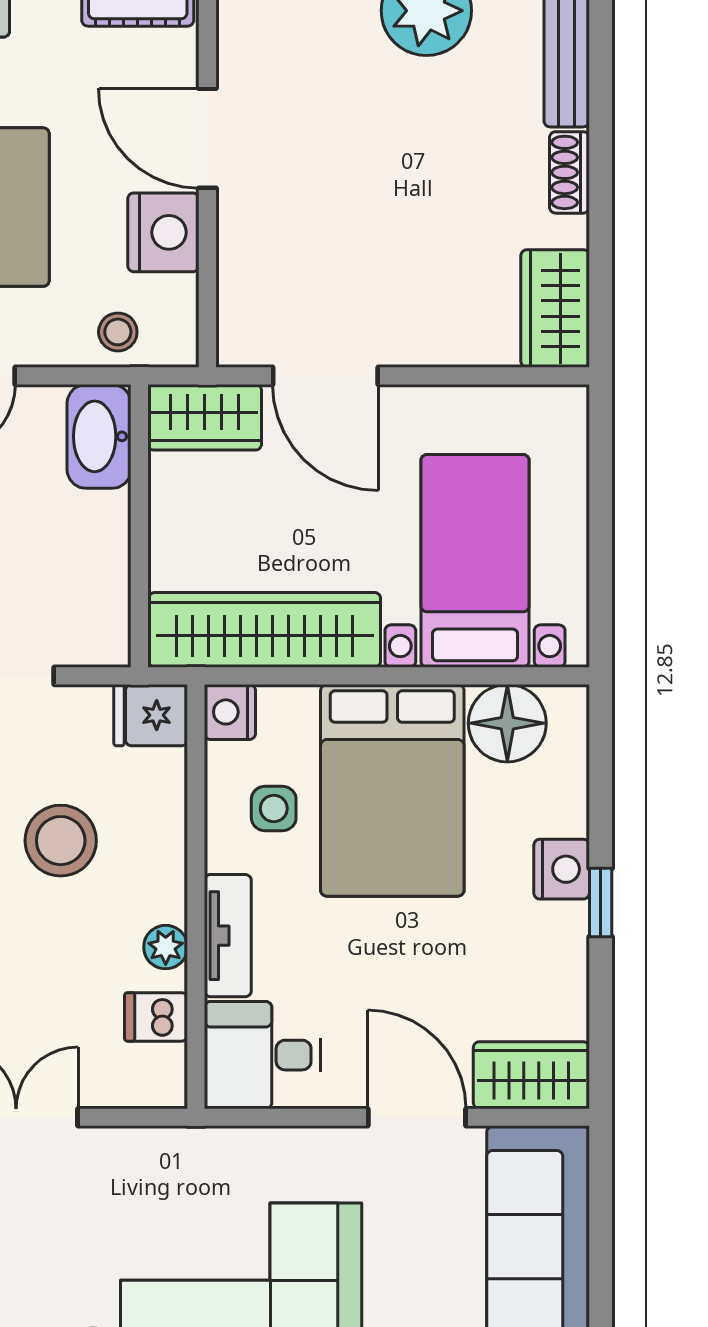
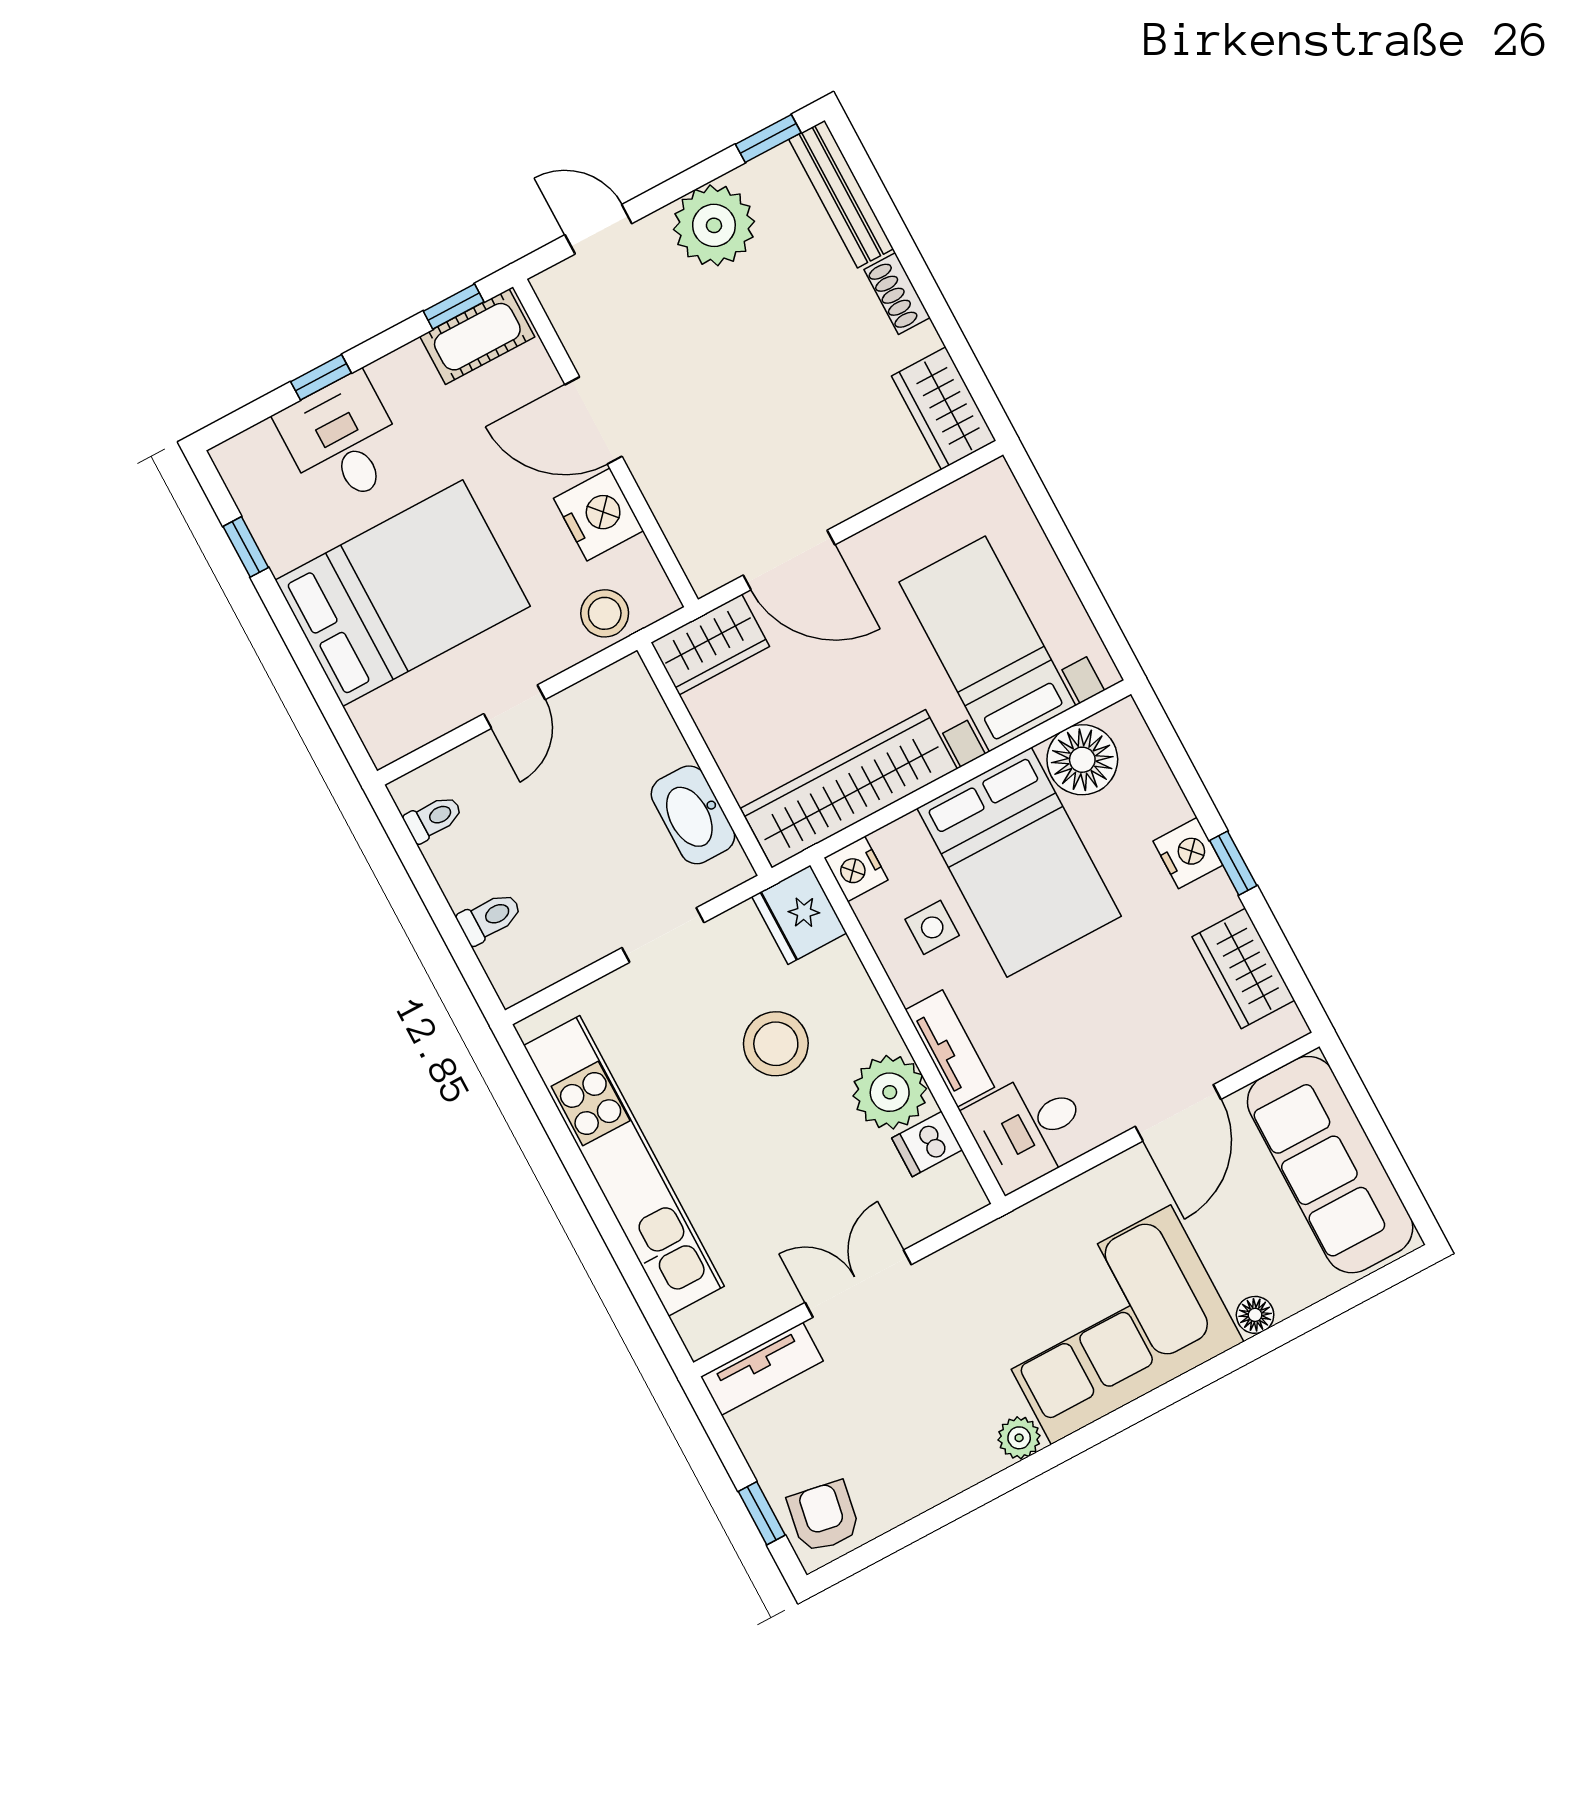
stool: (118, 332) -> (605, 613), width x1.37, depth x1.37
washbasin: (99, 436) -> (693, 815), moved
fridge: (151, 715) -> (799, 915), width x1.38
plant: (166, 947) -> (890, 1092), width x1.88, depth x1.88
wardrobe: (531, 1075) -> (1243, 968), moved, turned -90
door: (417, 1117) -> (1178, 1113), swing flipped

